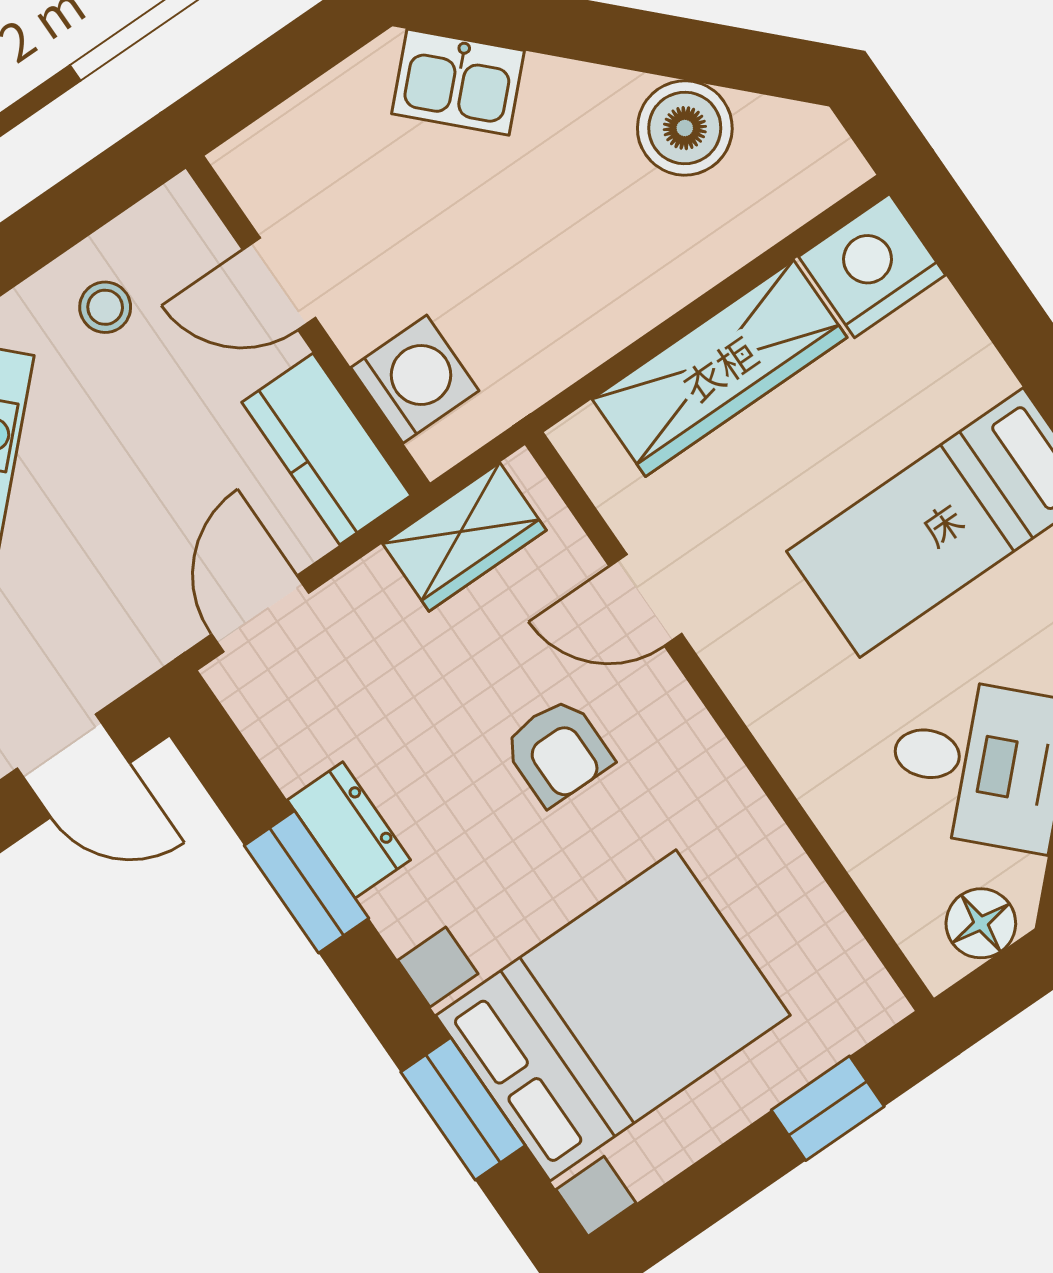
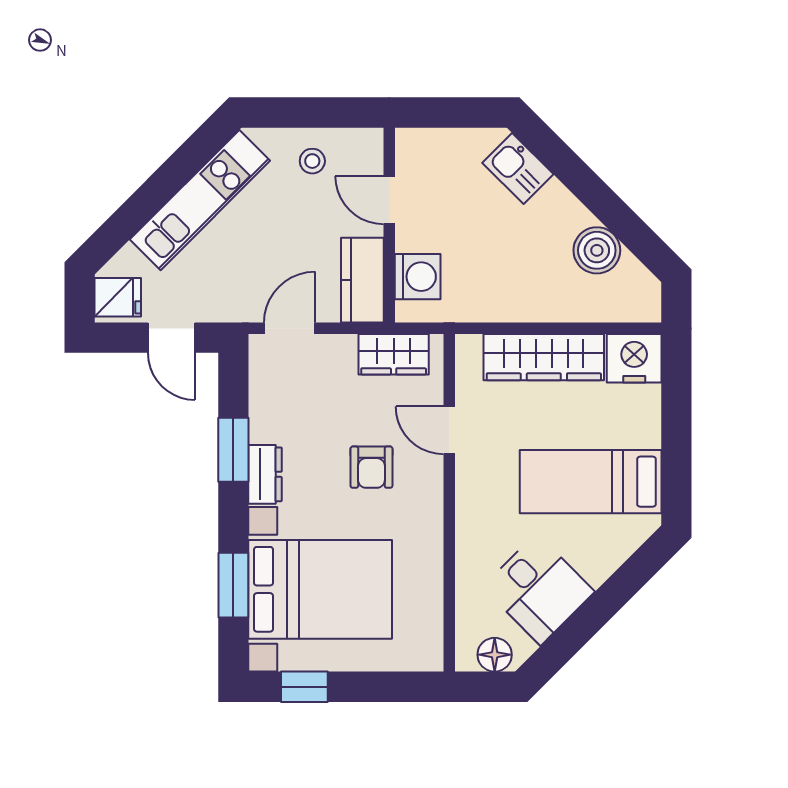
dresser: (349, 830) -> (265, 474), moved
window: (828, 1108) -> (304, 687), moved

